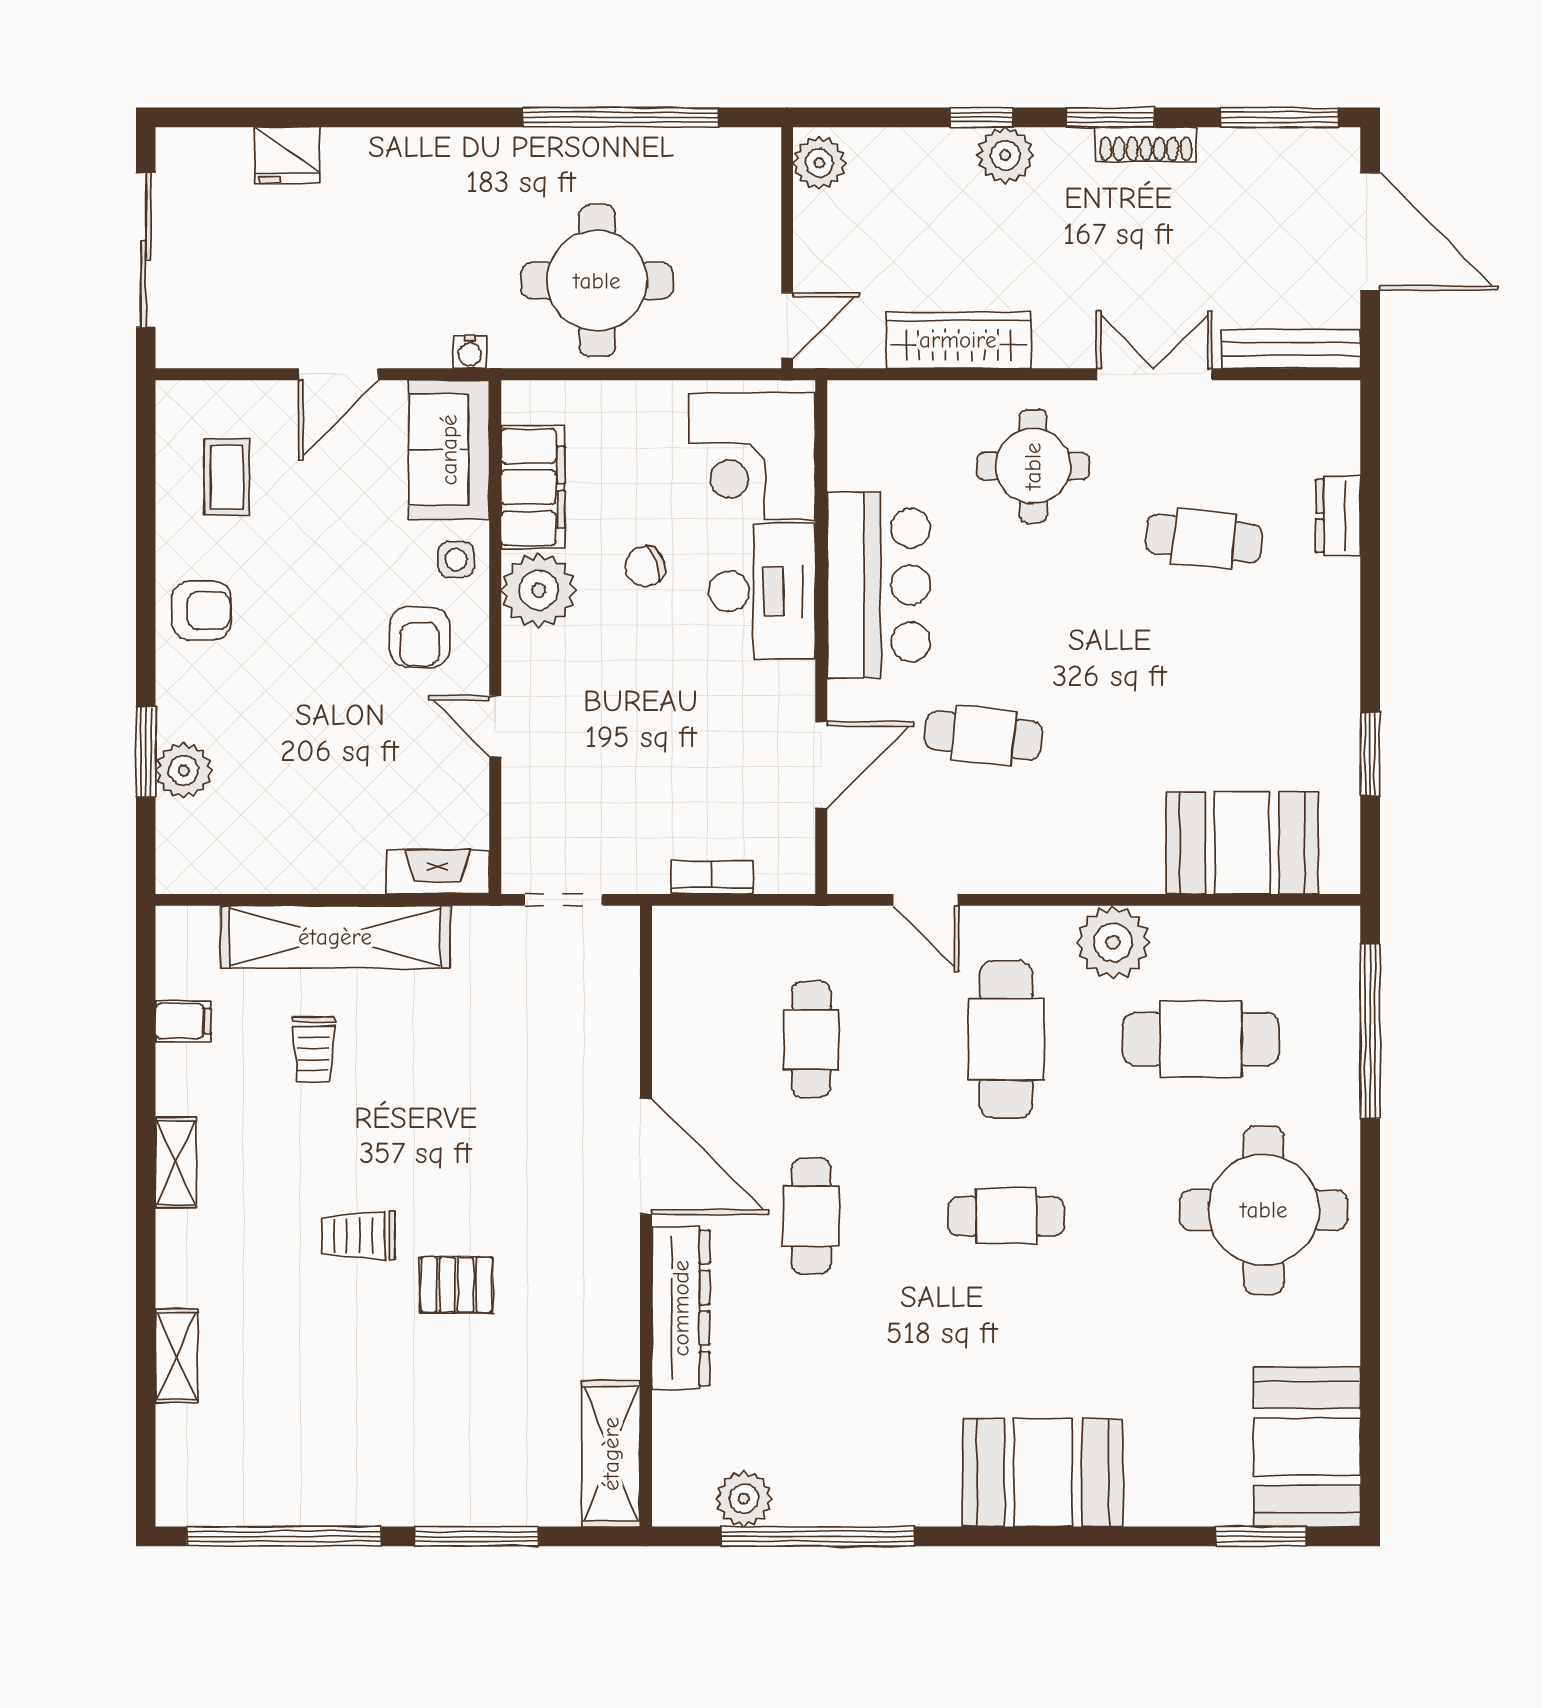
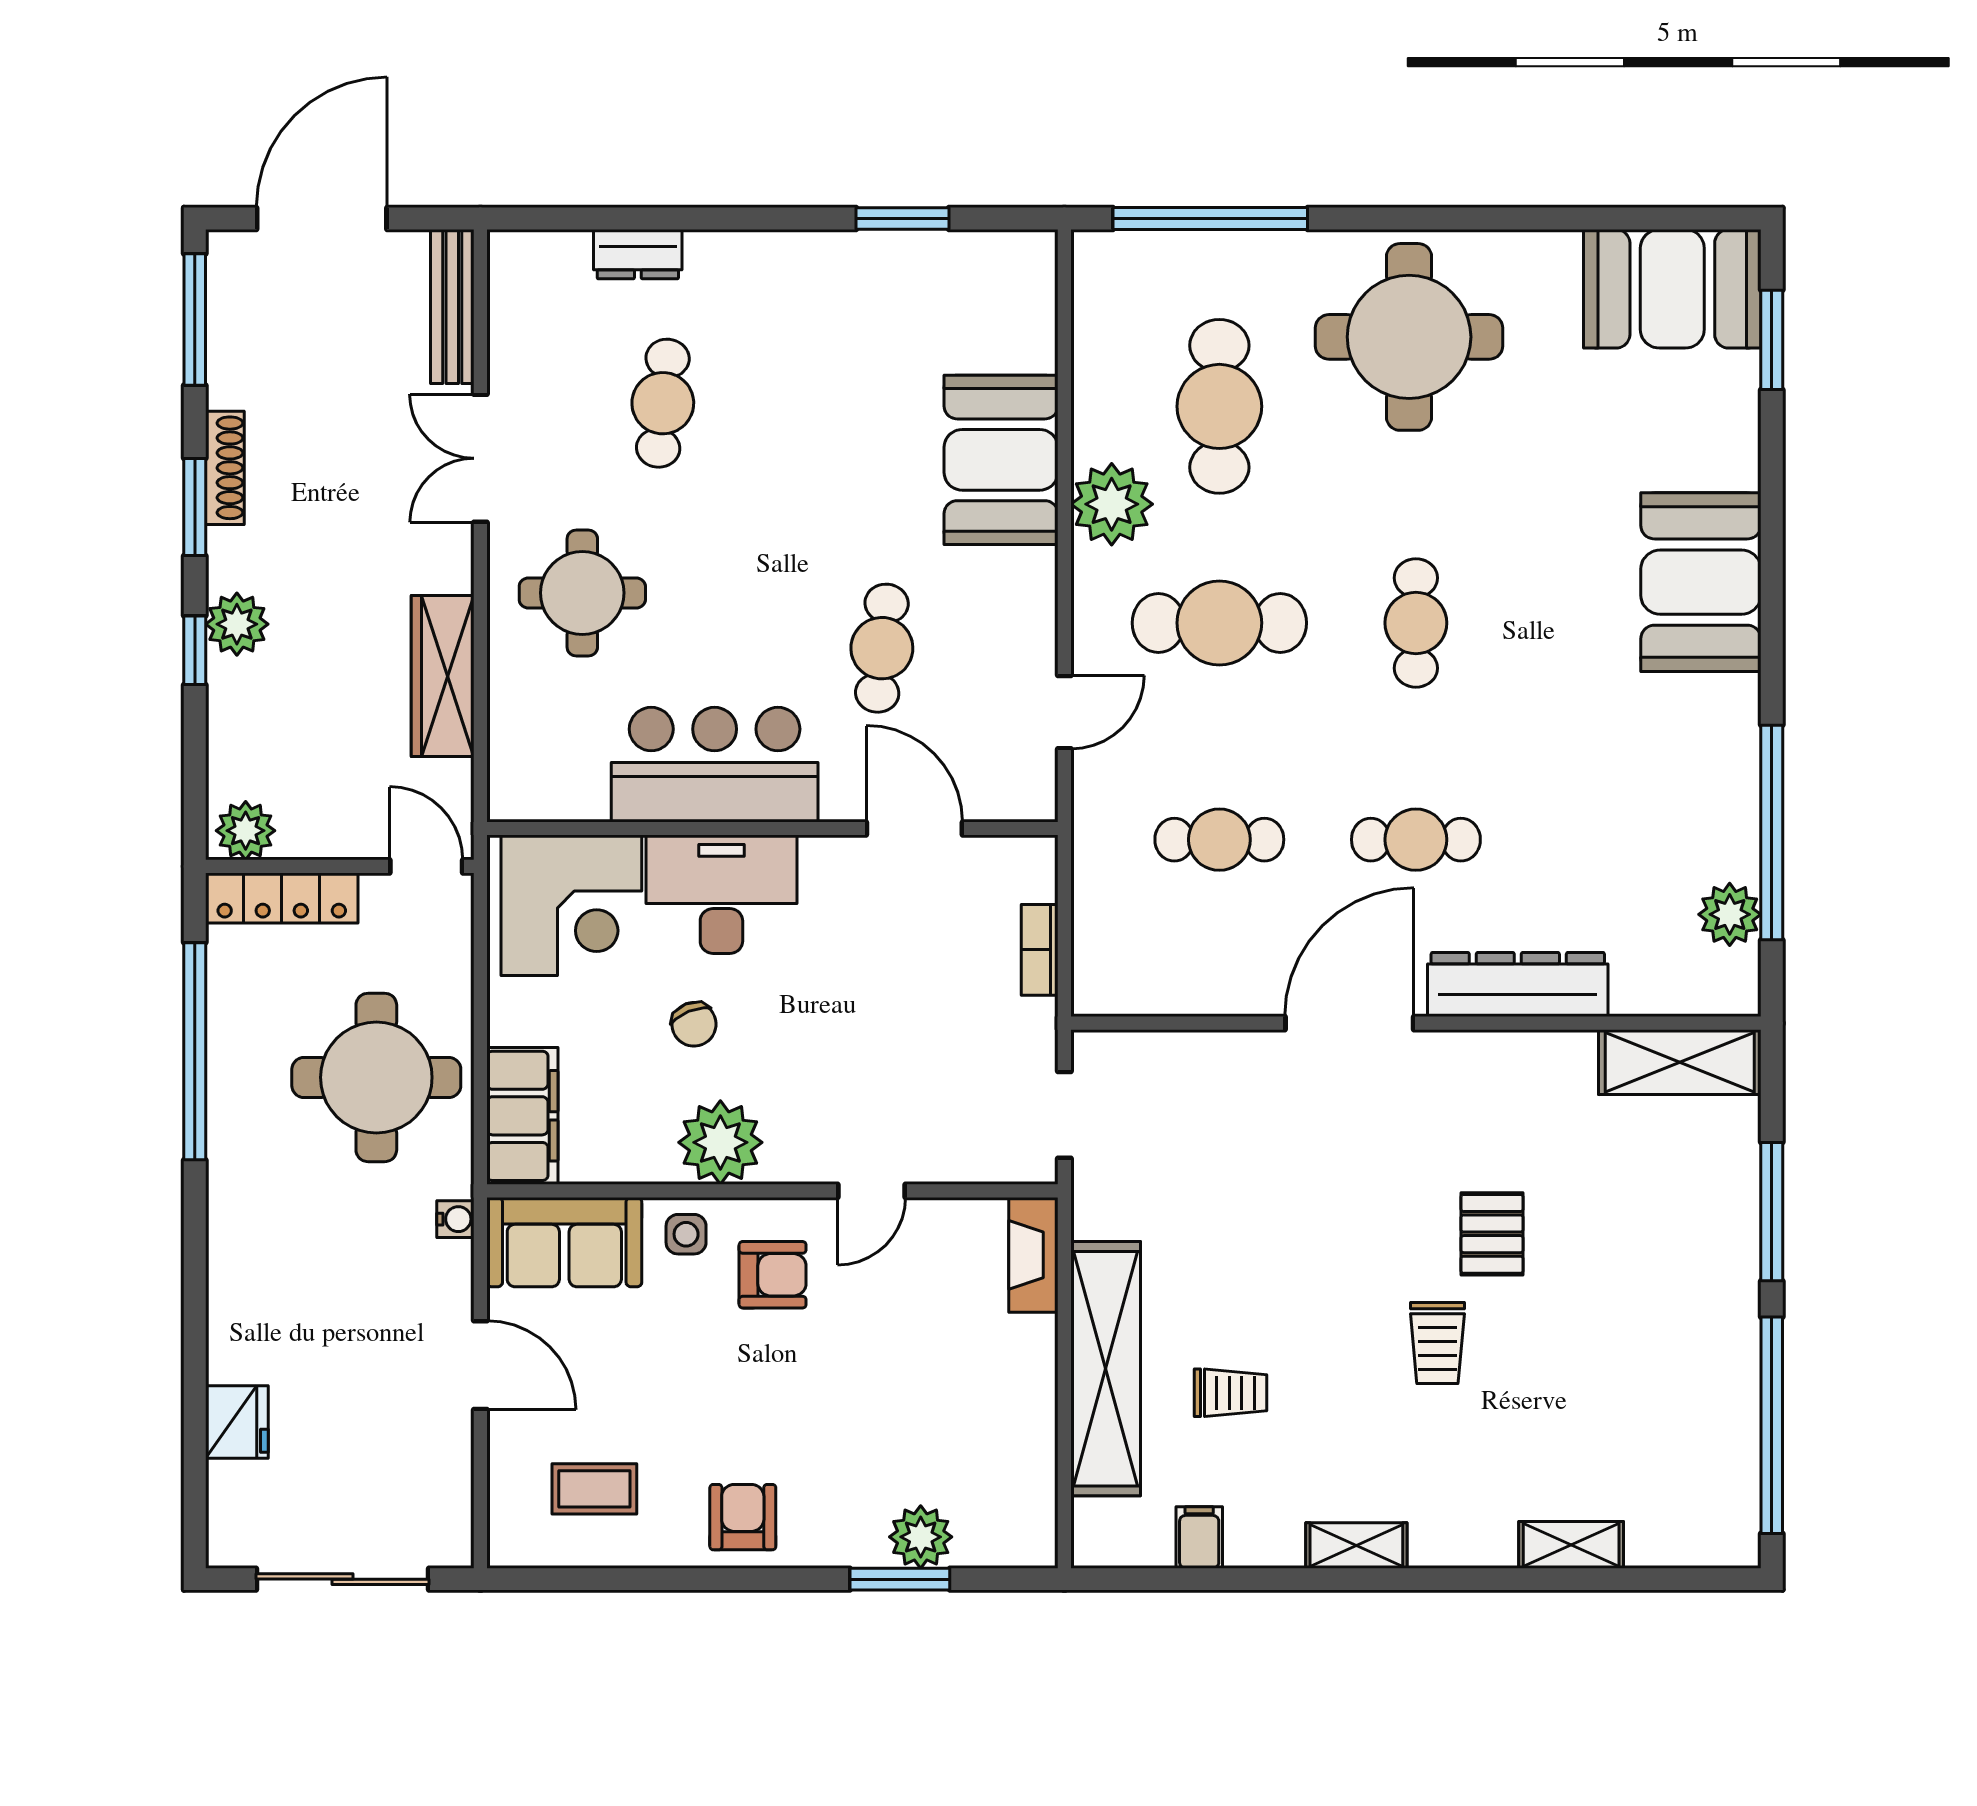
locker: (759, 196) -> (282, 898), added
filing cabinet: (533, 487) -> (522, 1116), moved, turned 90
booth: (1242, 843) -> (1001, 460), moved

